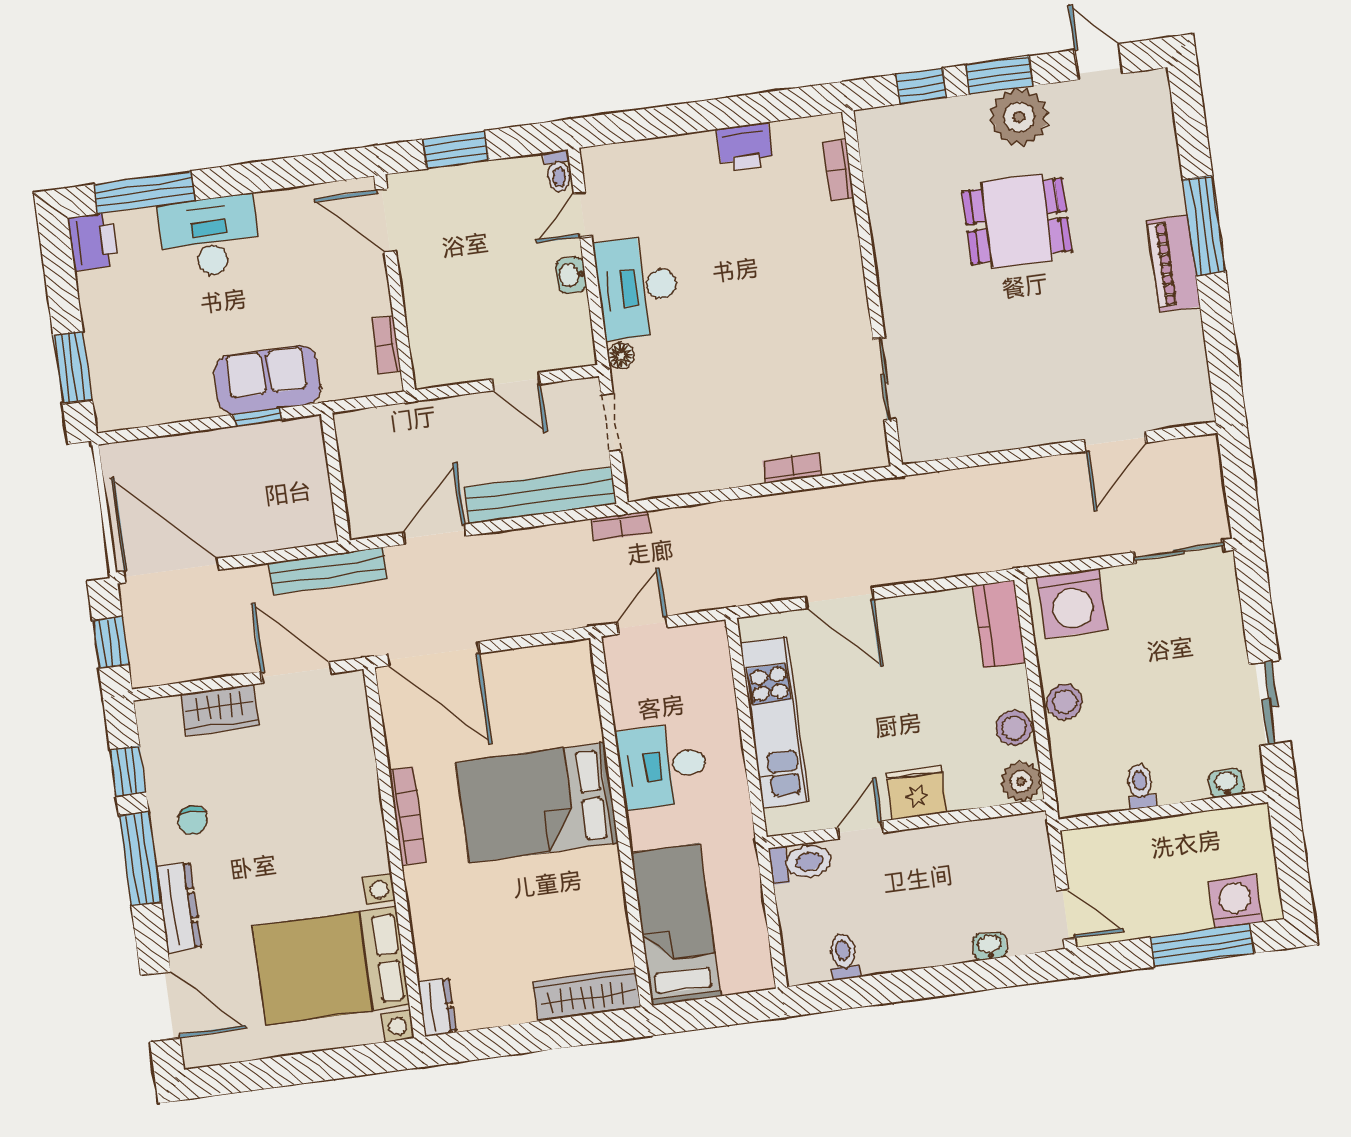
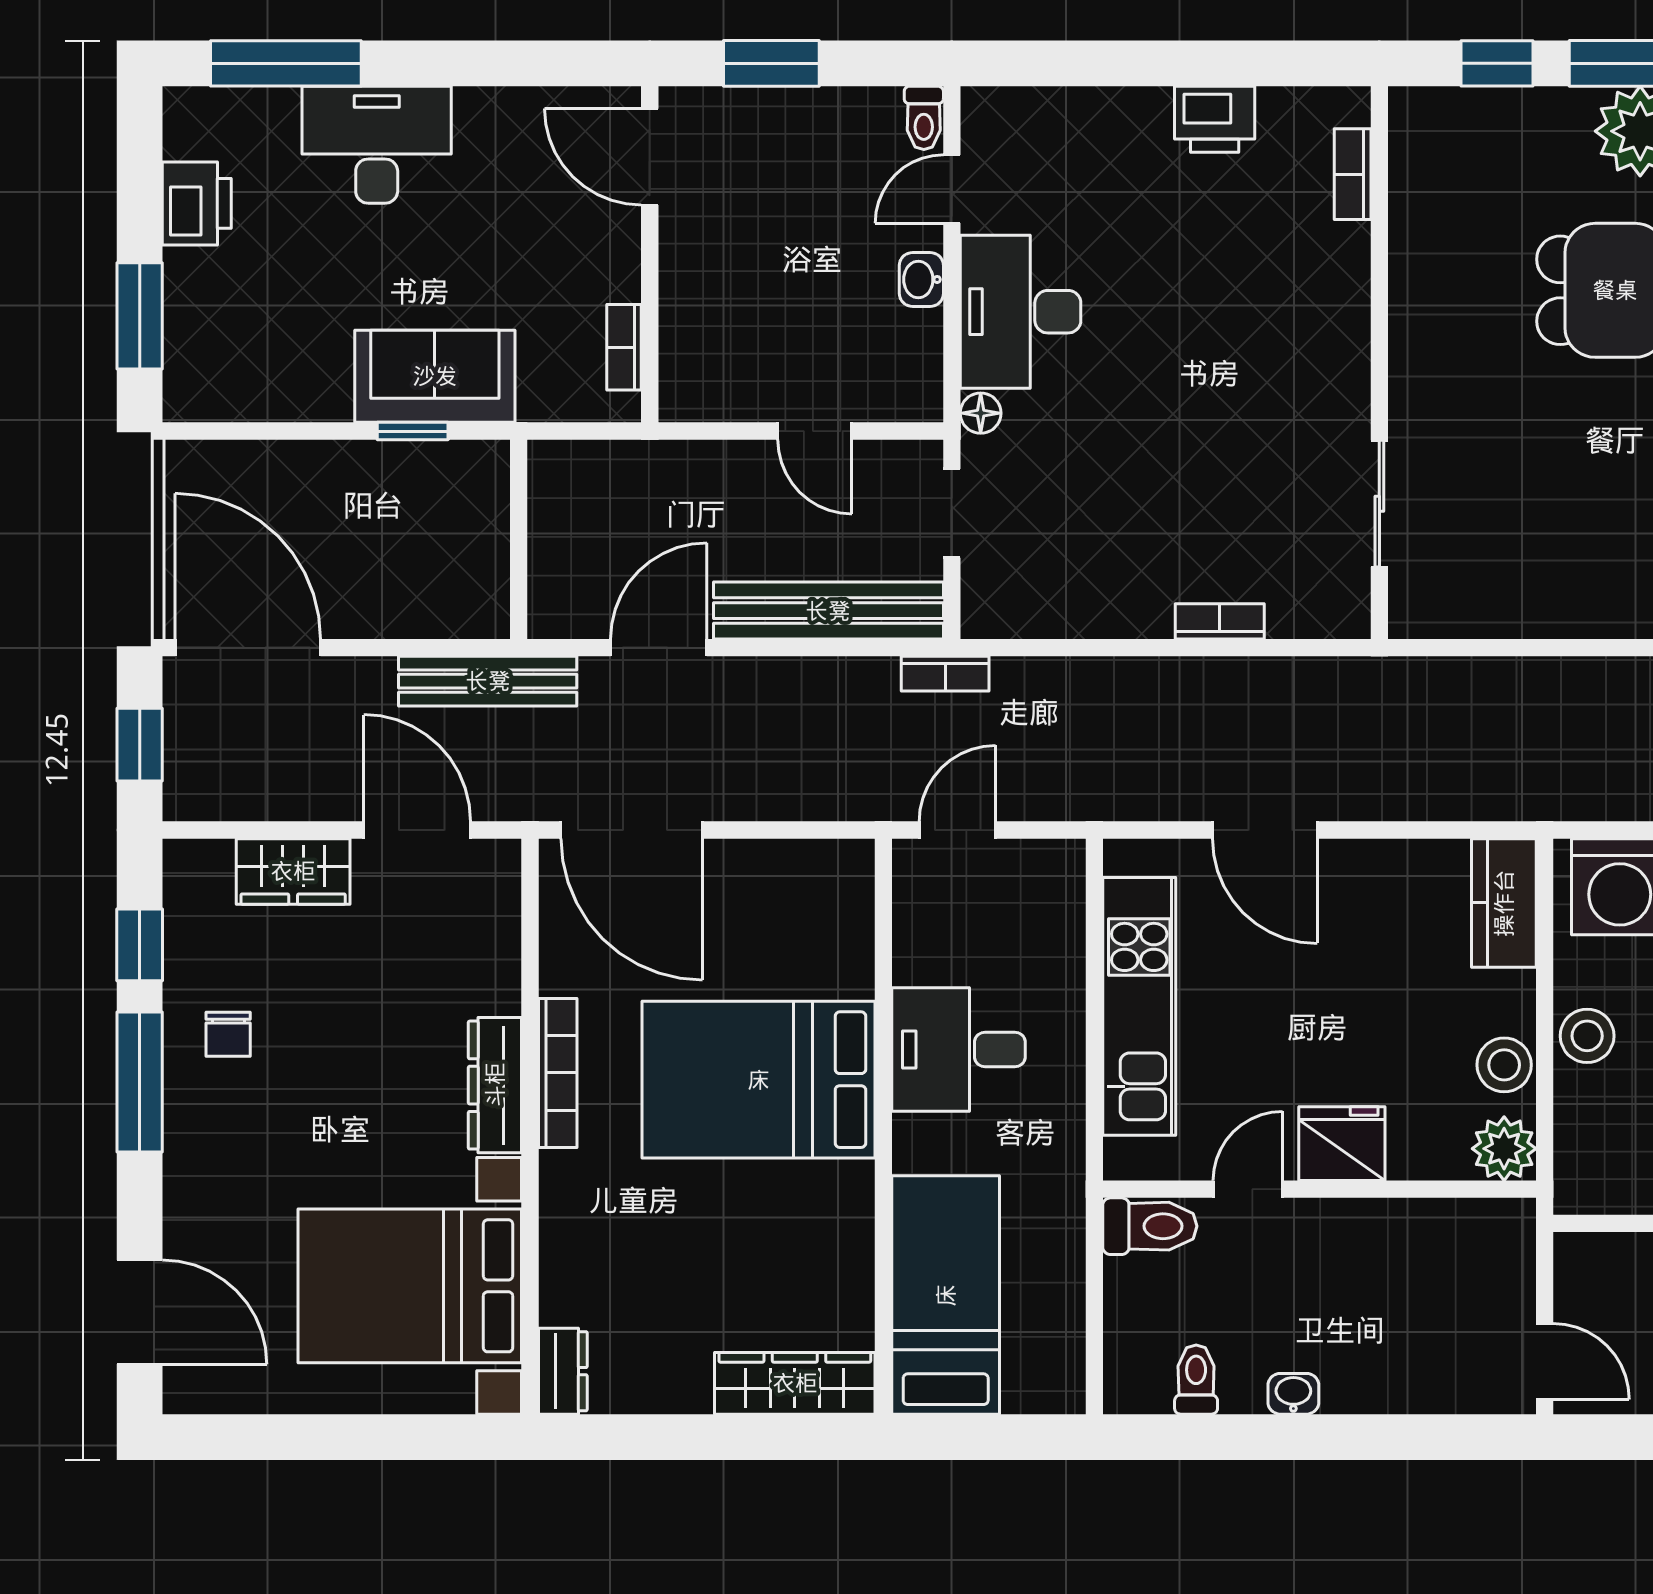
printer: (93, 242) -> (197, 203), moved
dresser: (179, 907) -> (495, 1085), moved, turned 180
washbasin: (990, 946) -> (1293, 1394), moved

